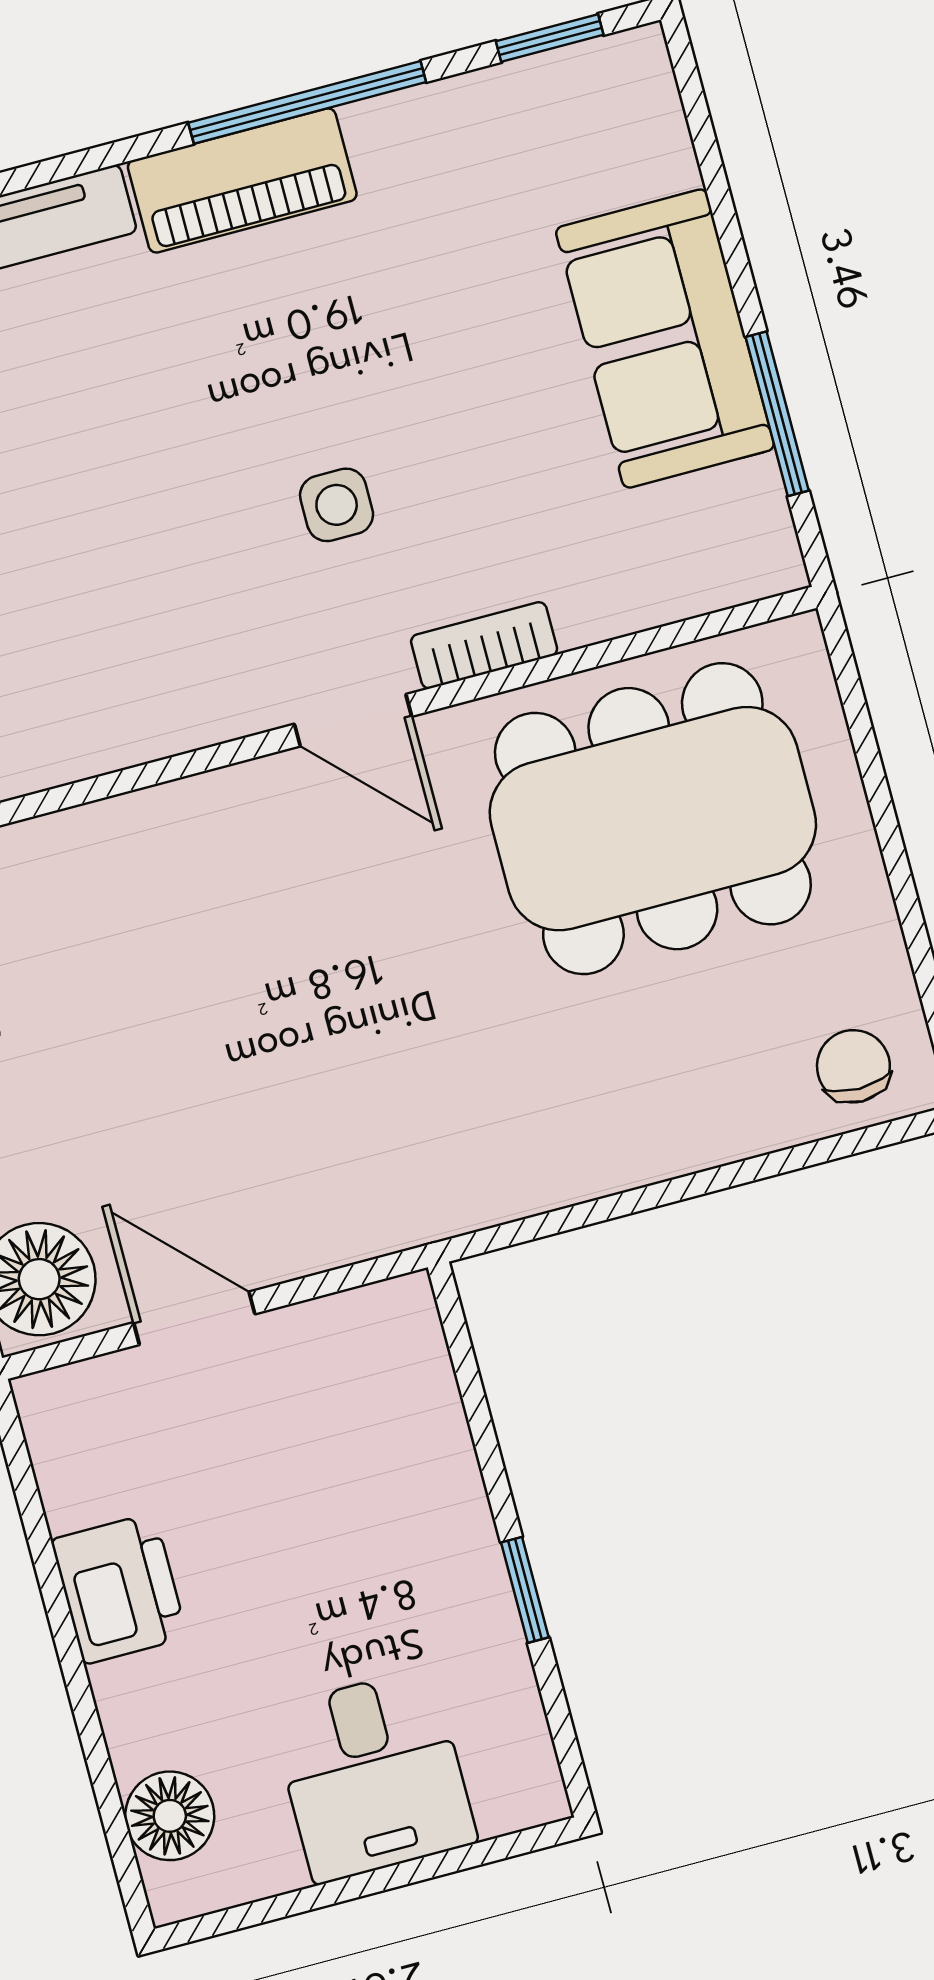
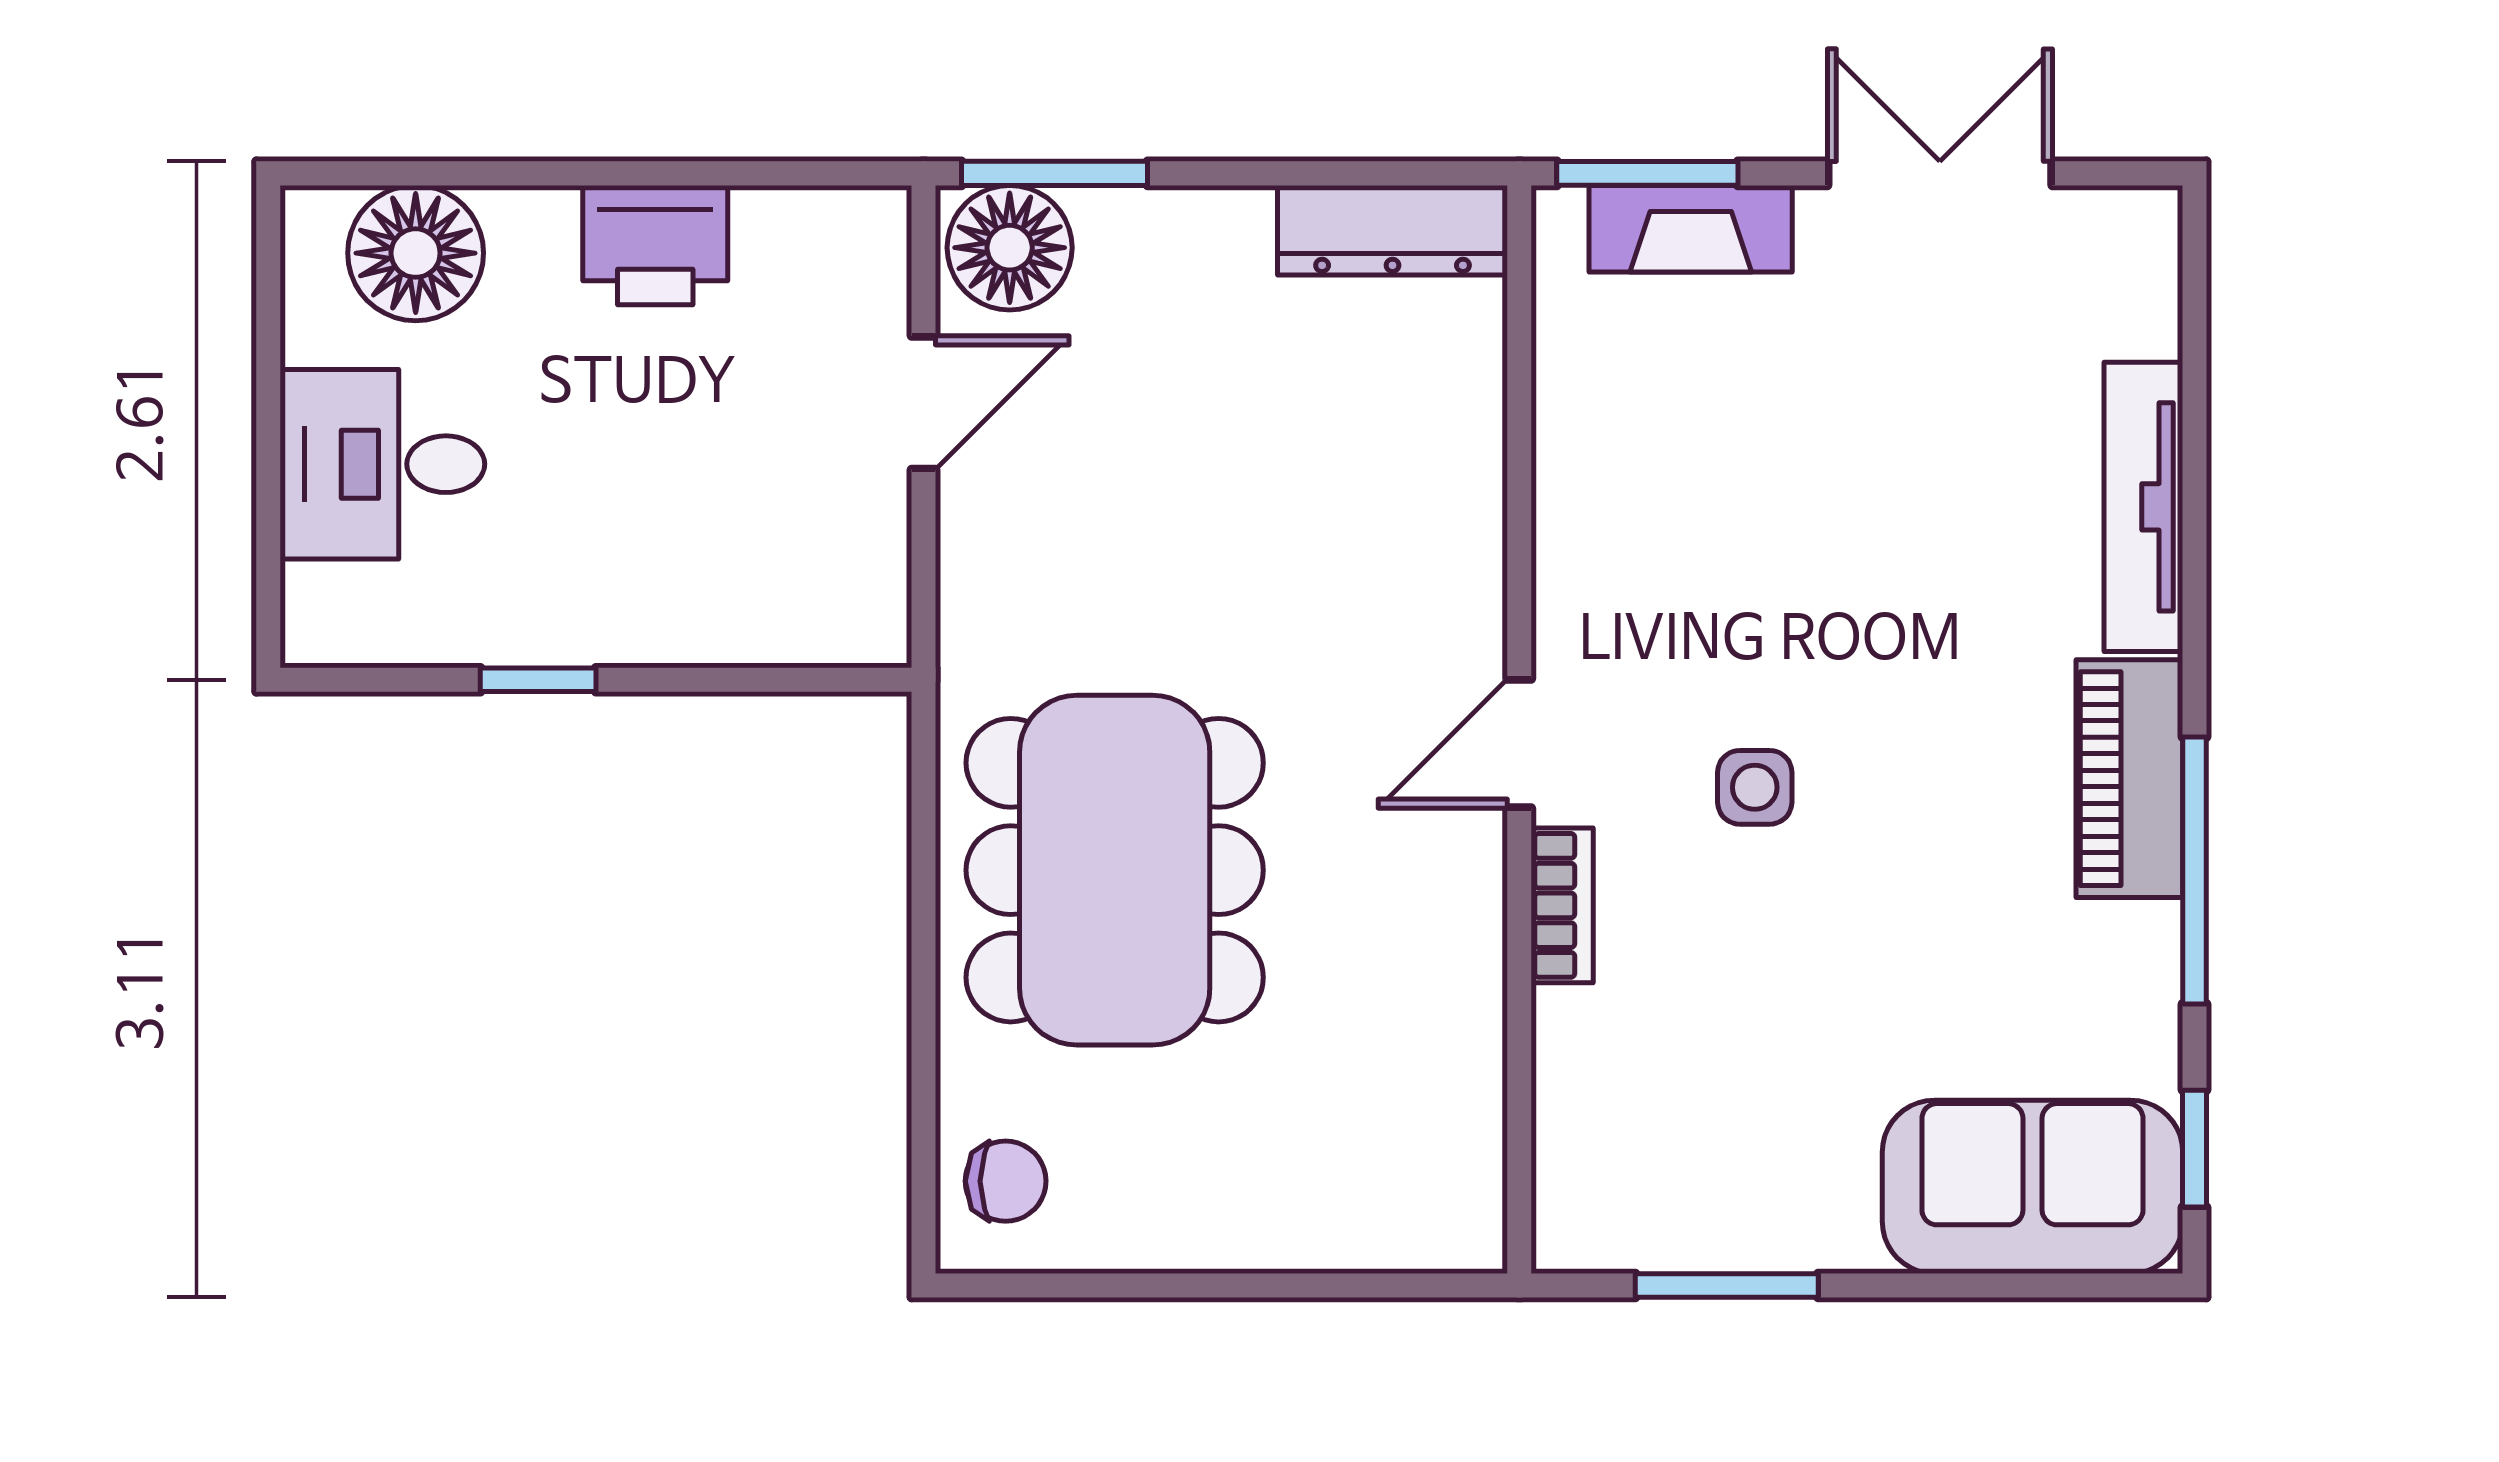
sofa: (665, 339) -> (2033, 1187), moved
dining table: (653, 819) -> (1115, 870), moved
floor lamp: (170, 1816) -> (416, 253), width x1.38, depth x1.38

